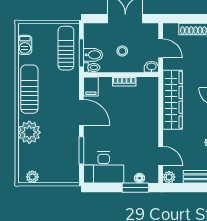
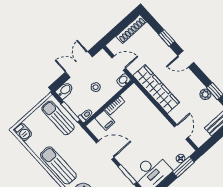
barbecue: (25, 45) -> (23, 132), moved
bidet: (93, 55) -> (65, 90), moved
filing cabinet: (91, 86) -> (105, 120), moved
door: (161, 156) -> (181, 132), hinge flipped
plant: (169, 177) -> (199, 141), removed

